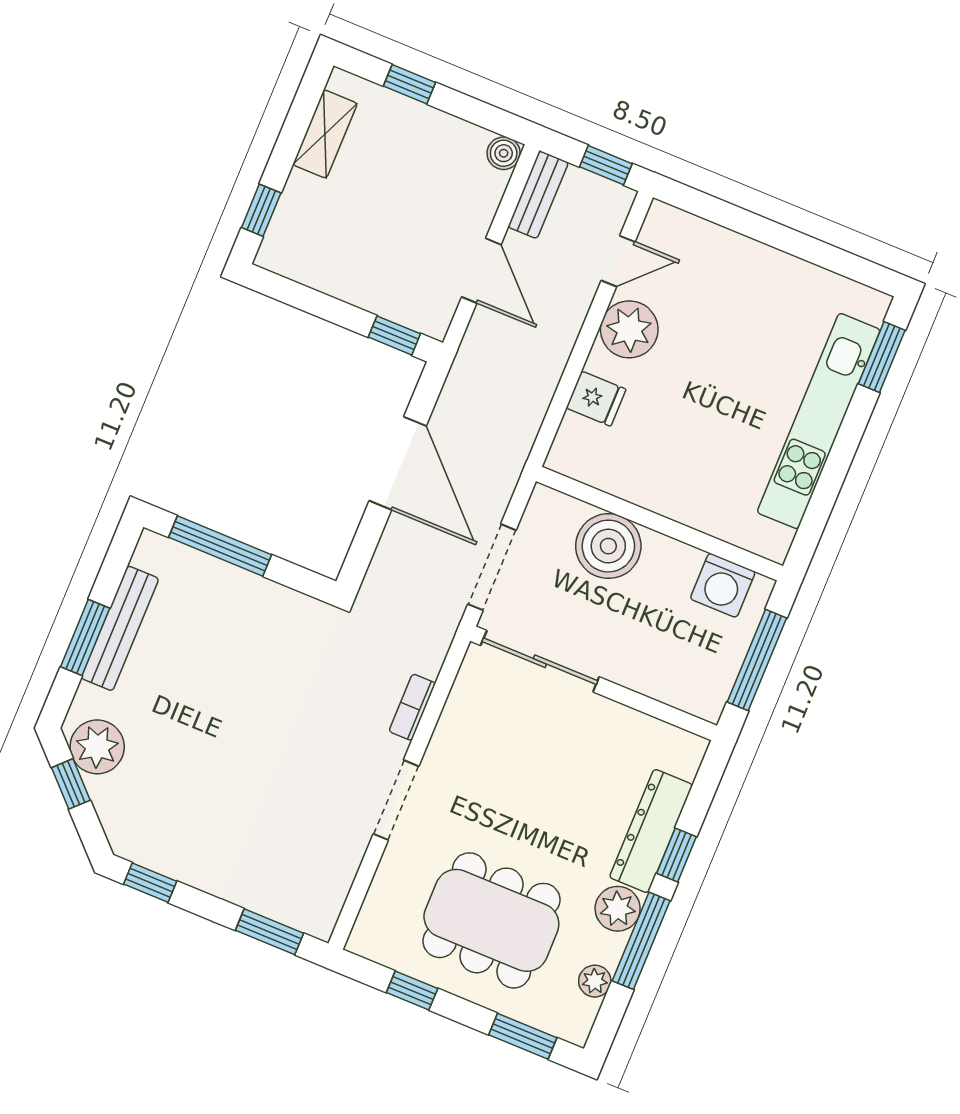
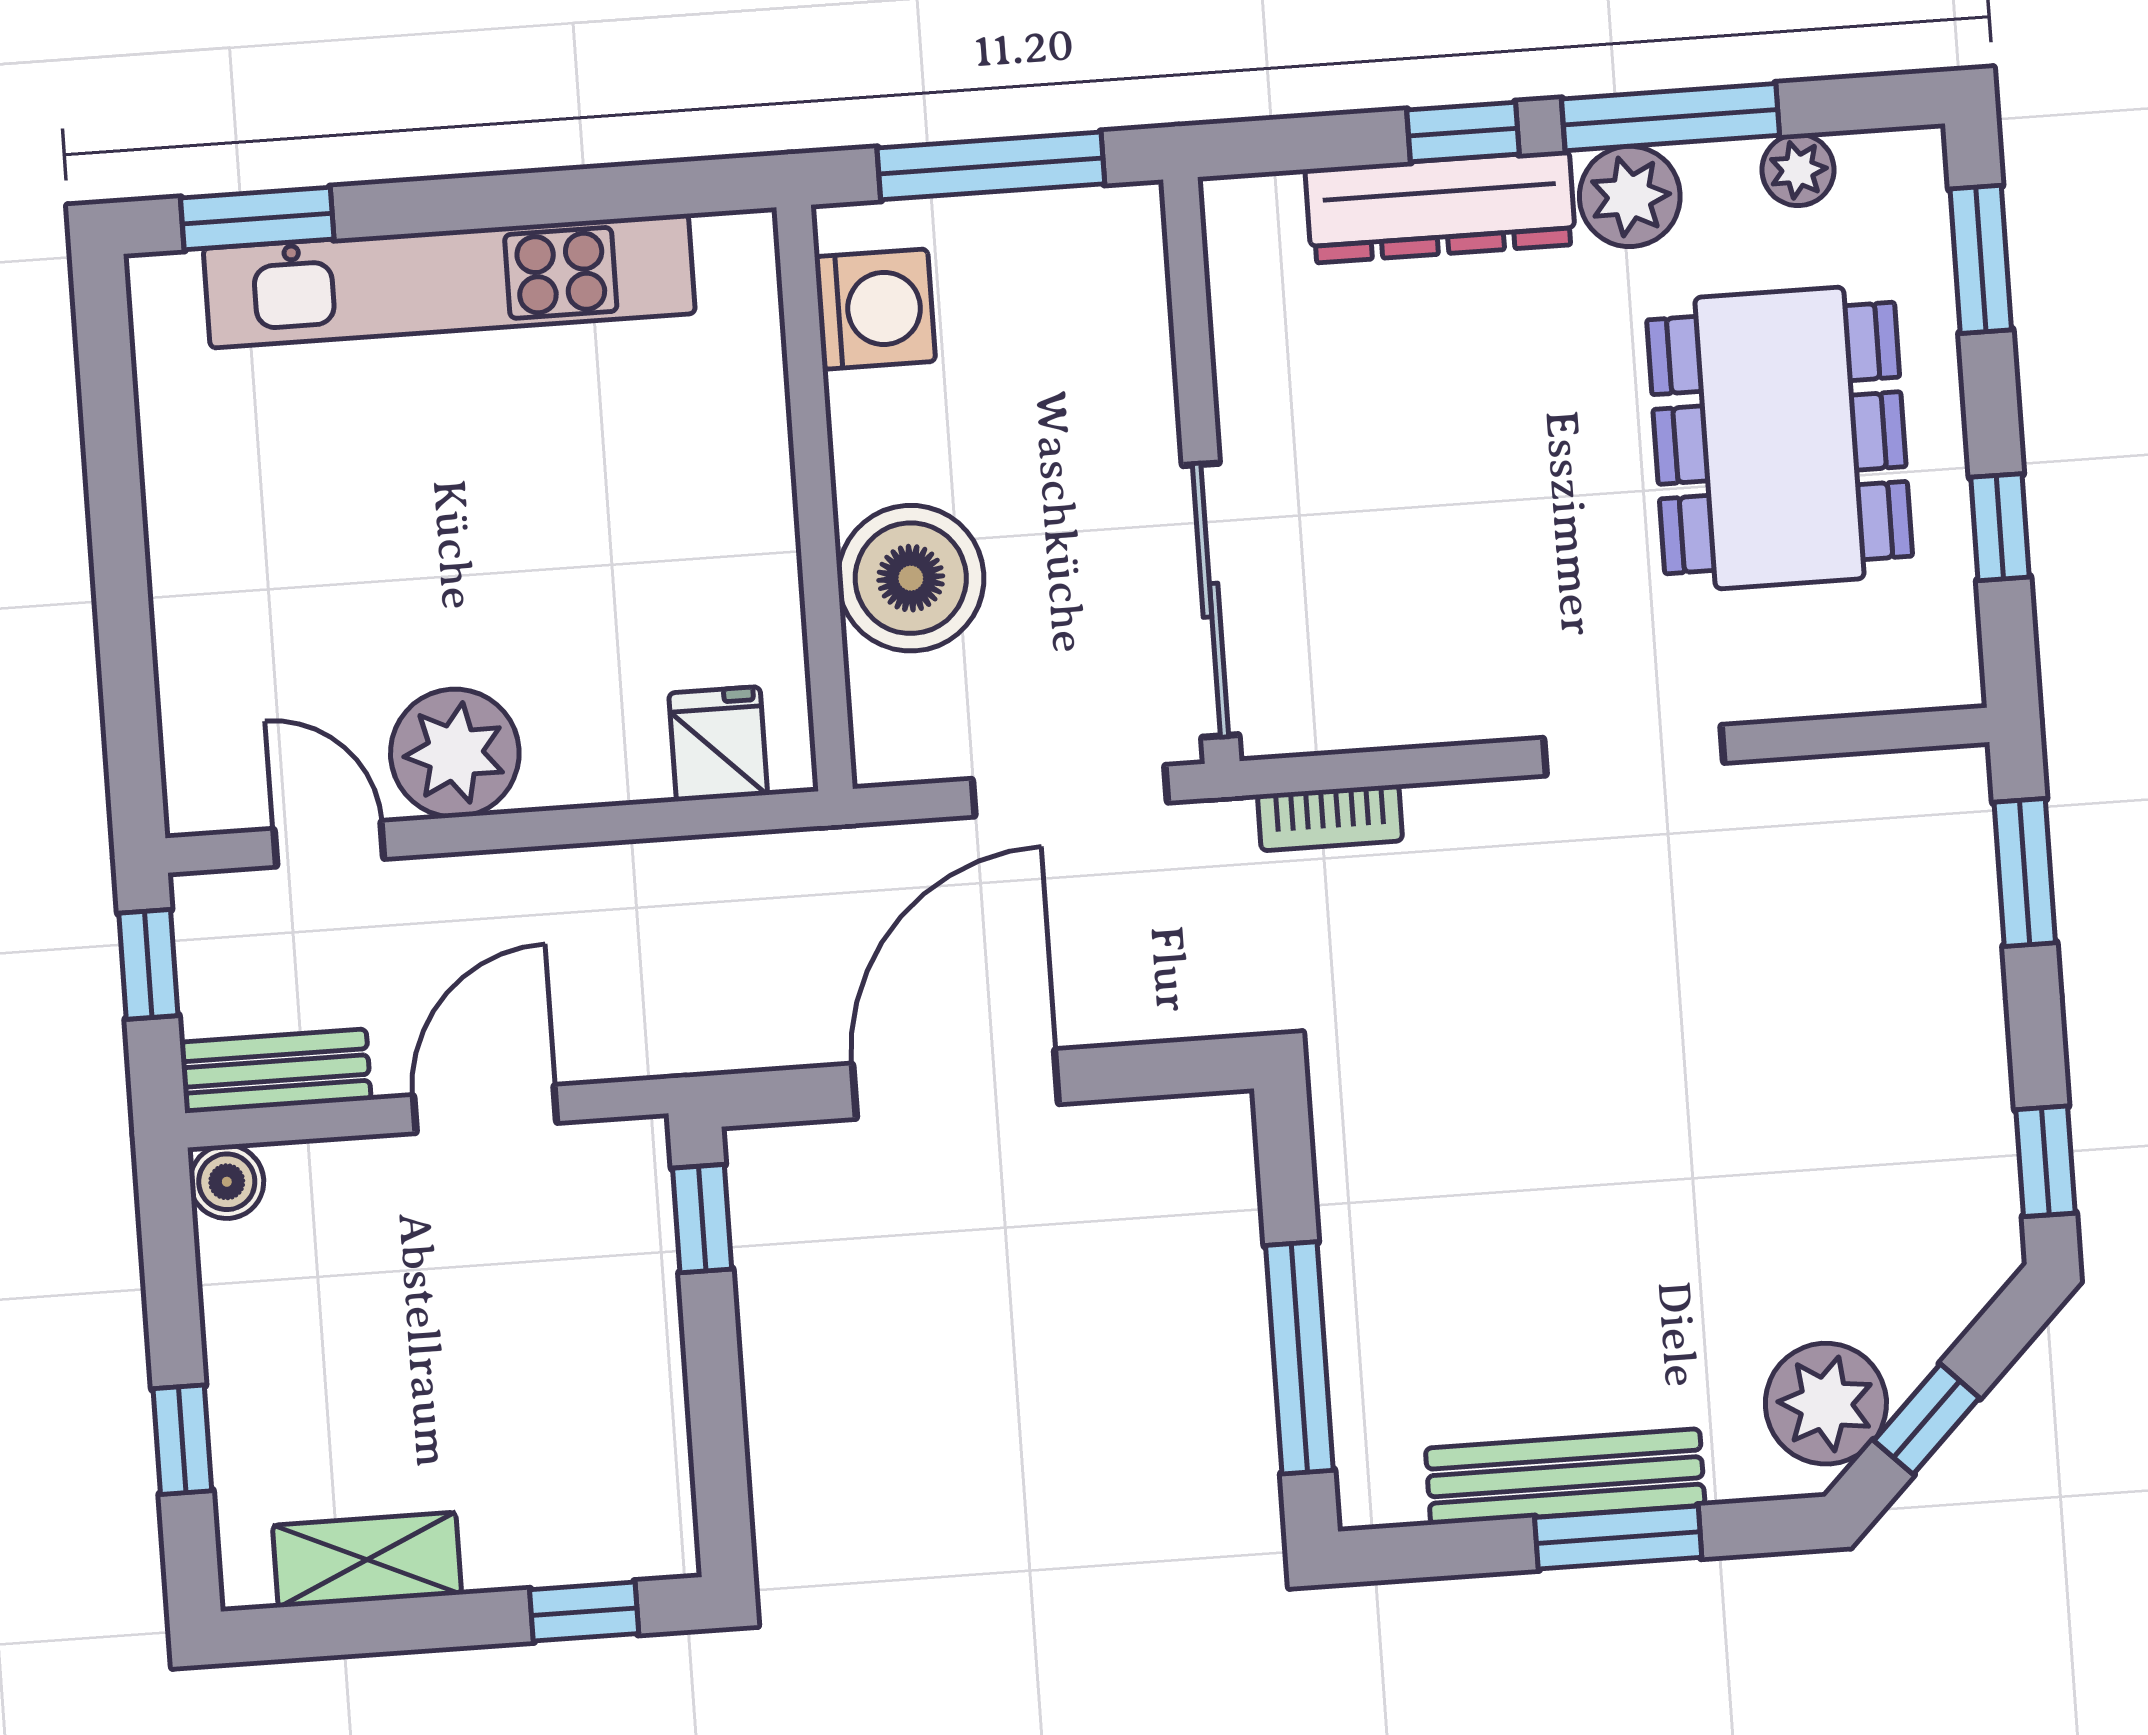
fridge: (596, 399) -> (718, 744), moved
bookcase: (412, 707) -> (1330, 818), moved

